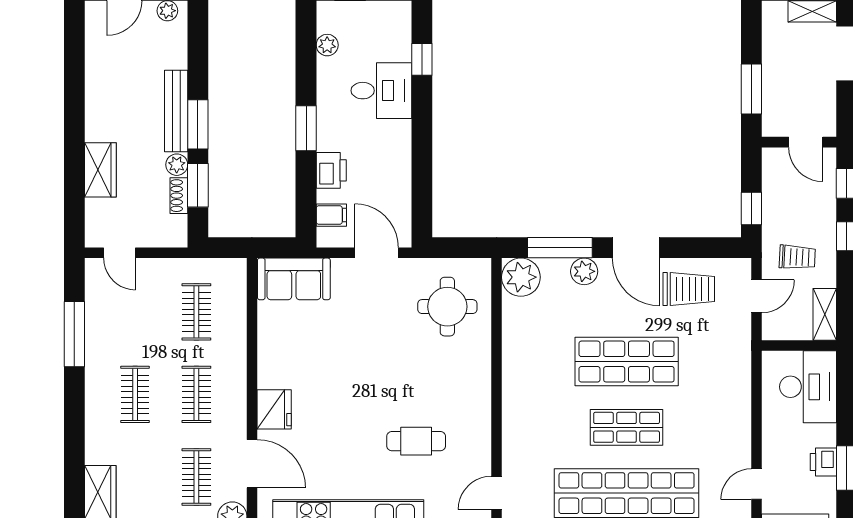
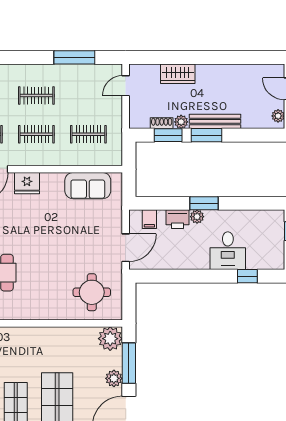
plant: (327, 45) -> (197, 217), moved
sofa: (294, 279) -> (88, 186), moved, turned -90

